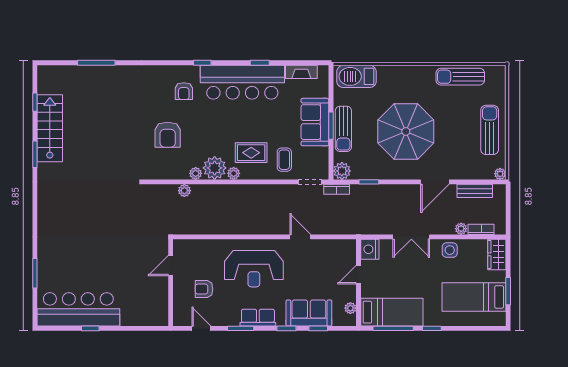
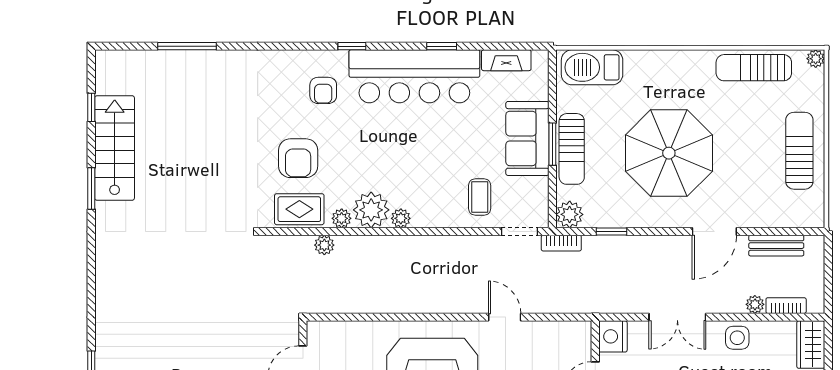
rug: (251, 153) -> (299, 209), moved
plant: (500, 174) -> (816, 59), moved

